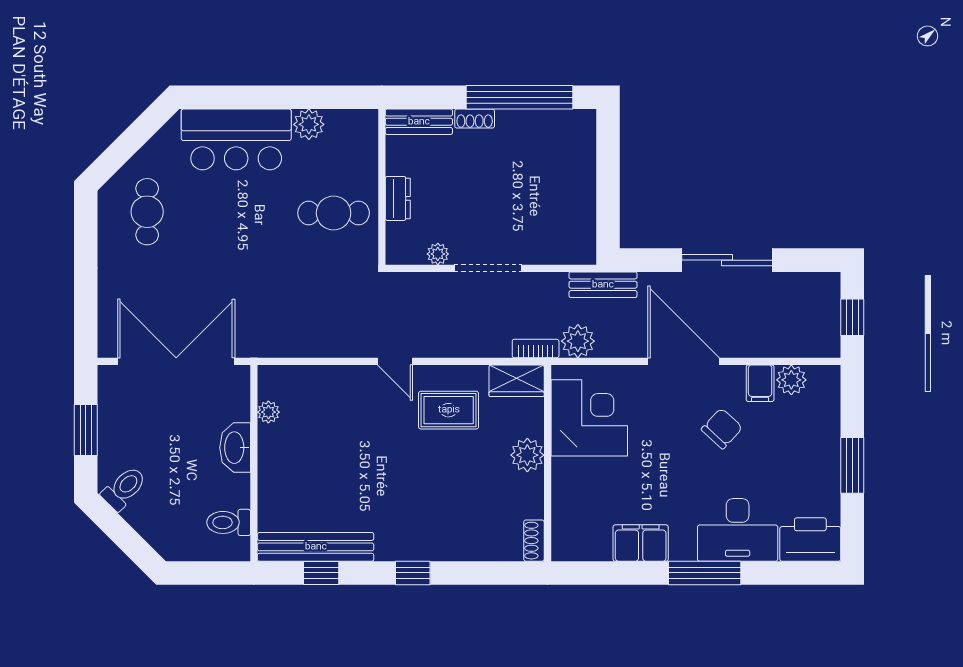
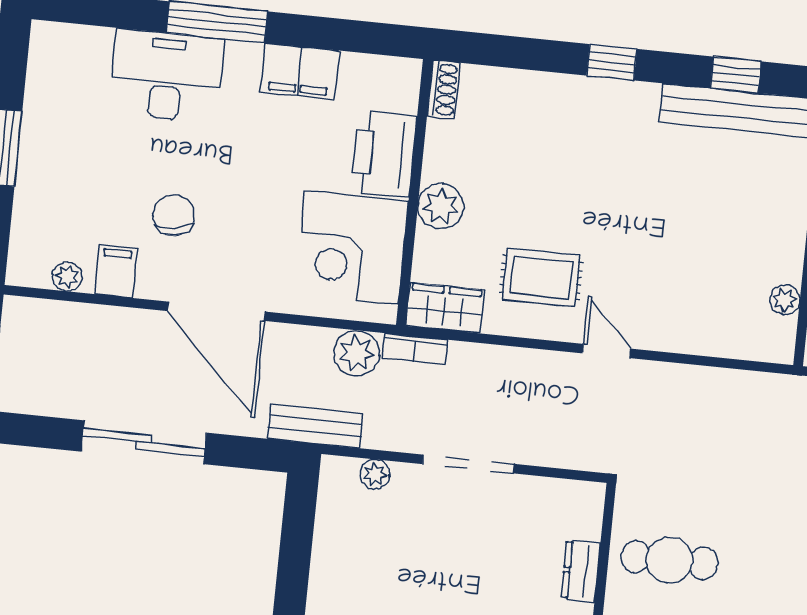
plant: (438, 254) -> (375, 474), moved
plant: (791, 380) -> (67, 276), width x0.73, depth x0.73
chair: (722, 429) -> (174, 215), turned 128
printer: (810, 540) -> (384, 154), moved, turned 90

